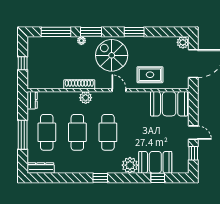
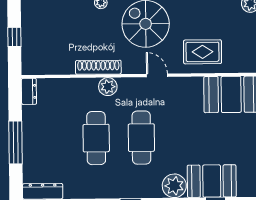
cafe table: (47, 132) -> (51, 139), removed

